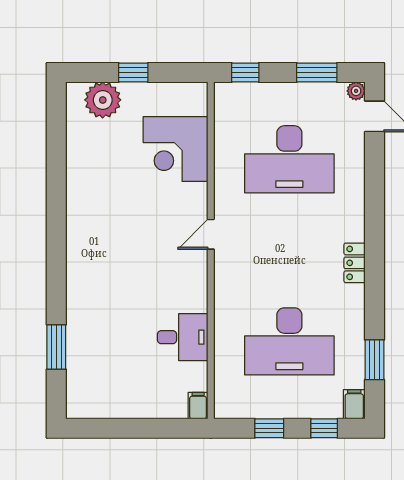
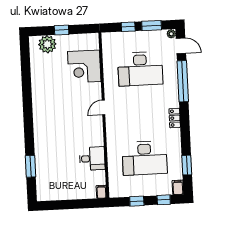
window: (245, 72) -> (128, 27), moved
window: (375, 189) -> (183, 81), added

